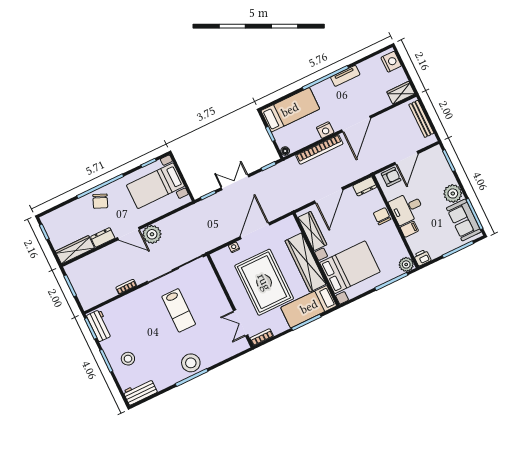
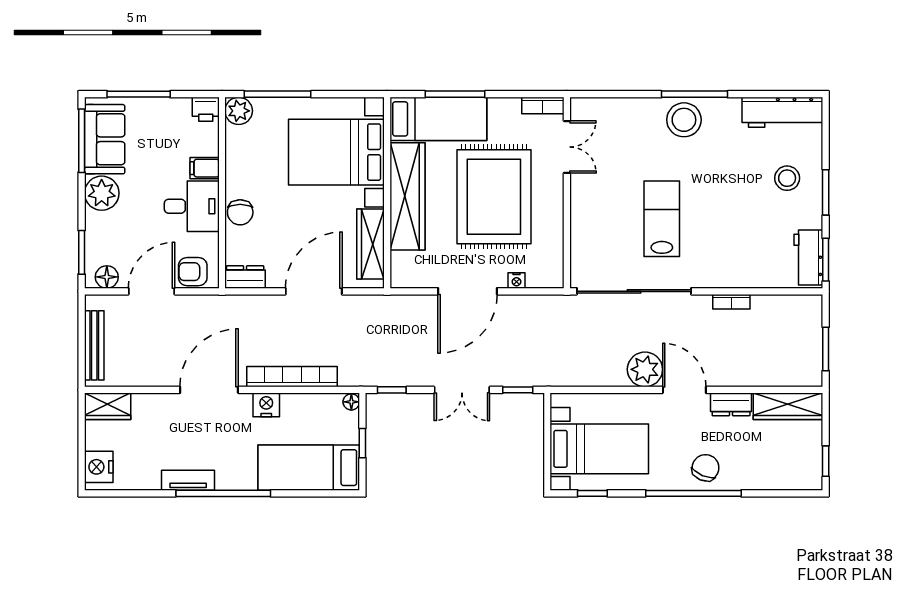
floor lamp: (431, 155) -> (107, 277), added
workbench: (140, 392) -> (782, 112), width x1.38

